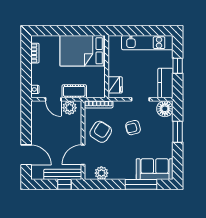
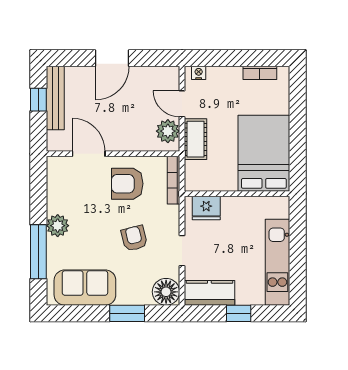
door: (53, 99) -> (182, 104), hinge flipped
armchair: (101, 132) -> (127, 184), turned 148
door: (26, 155) -> (112, 58), moved
sofa: (155, 169) -> (85, 288), moved, turned -90
plant: (101, 173) -> (58, 226), moved
bench: (63, 174) -> (55, 98), moved
window: (64, 184) -> (38, 100), moved

